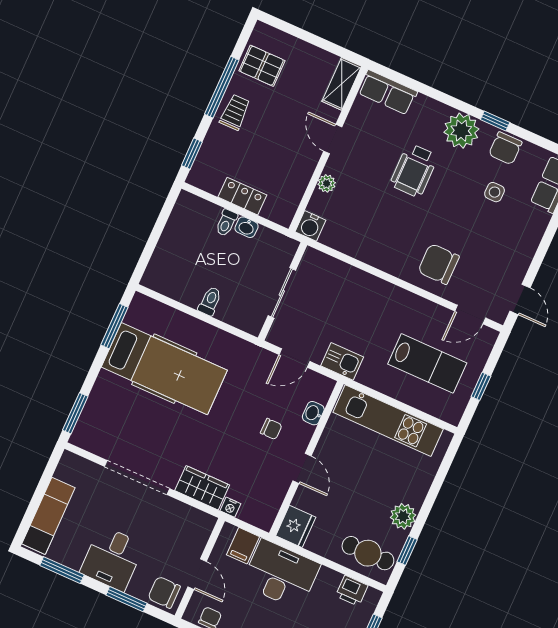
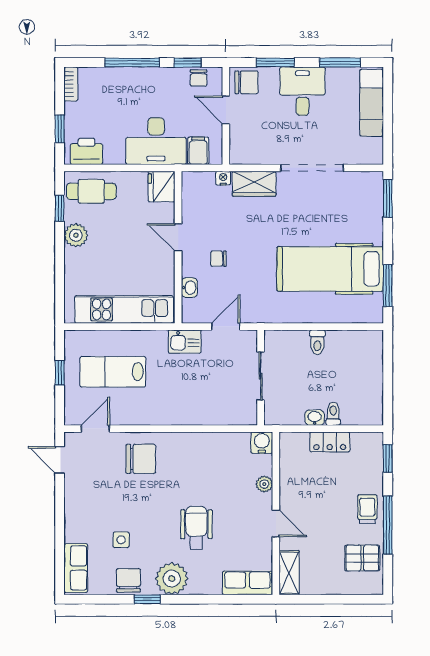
trolley: (235, 112) -> (367, 509), turned 180
printer: (352, 591) -> (86, 151), width x1.36, depth x1.24

